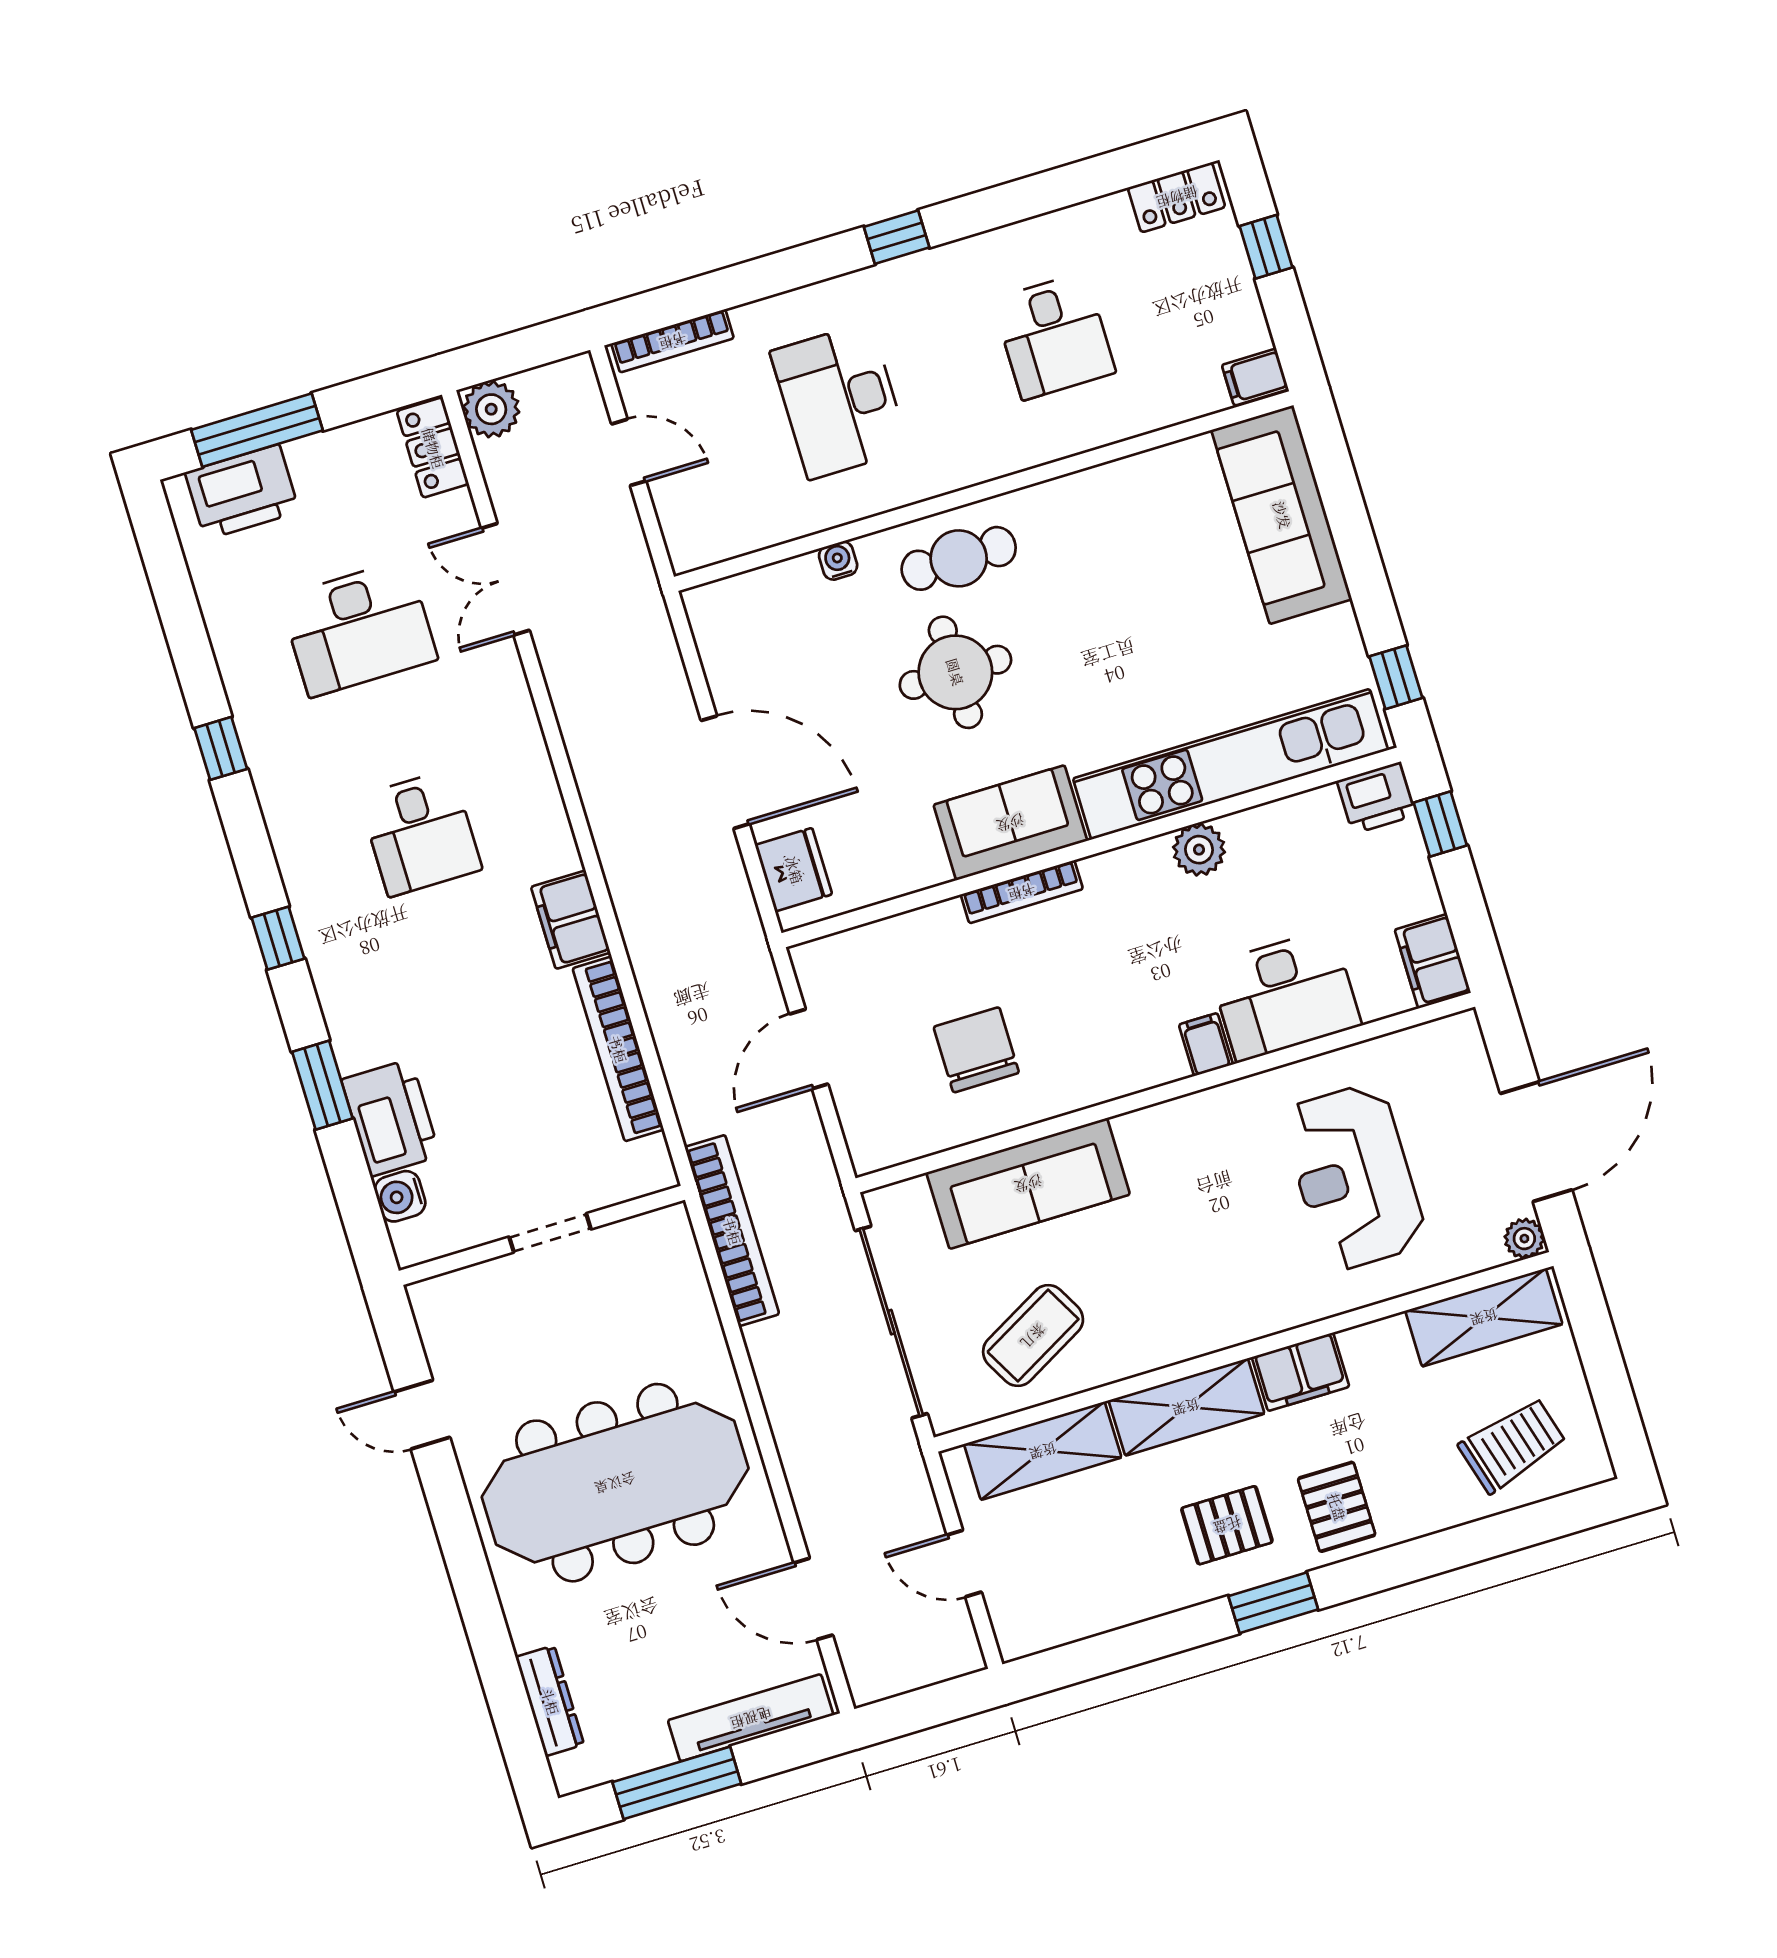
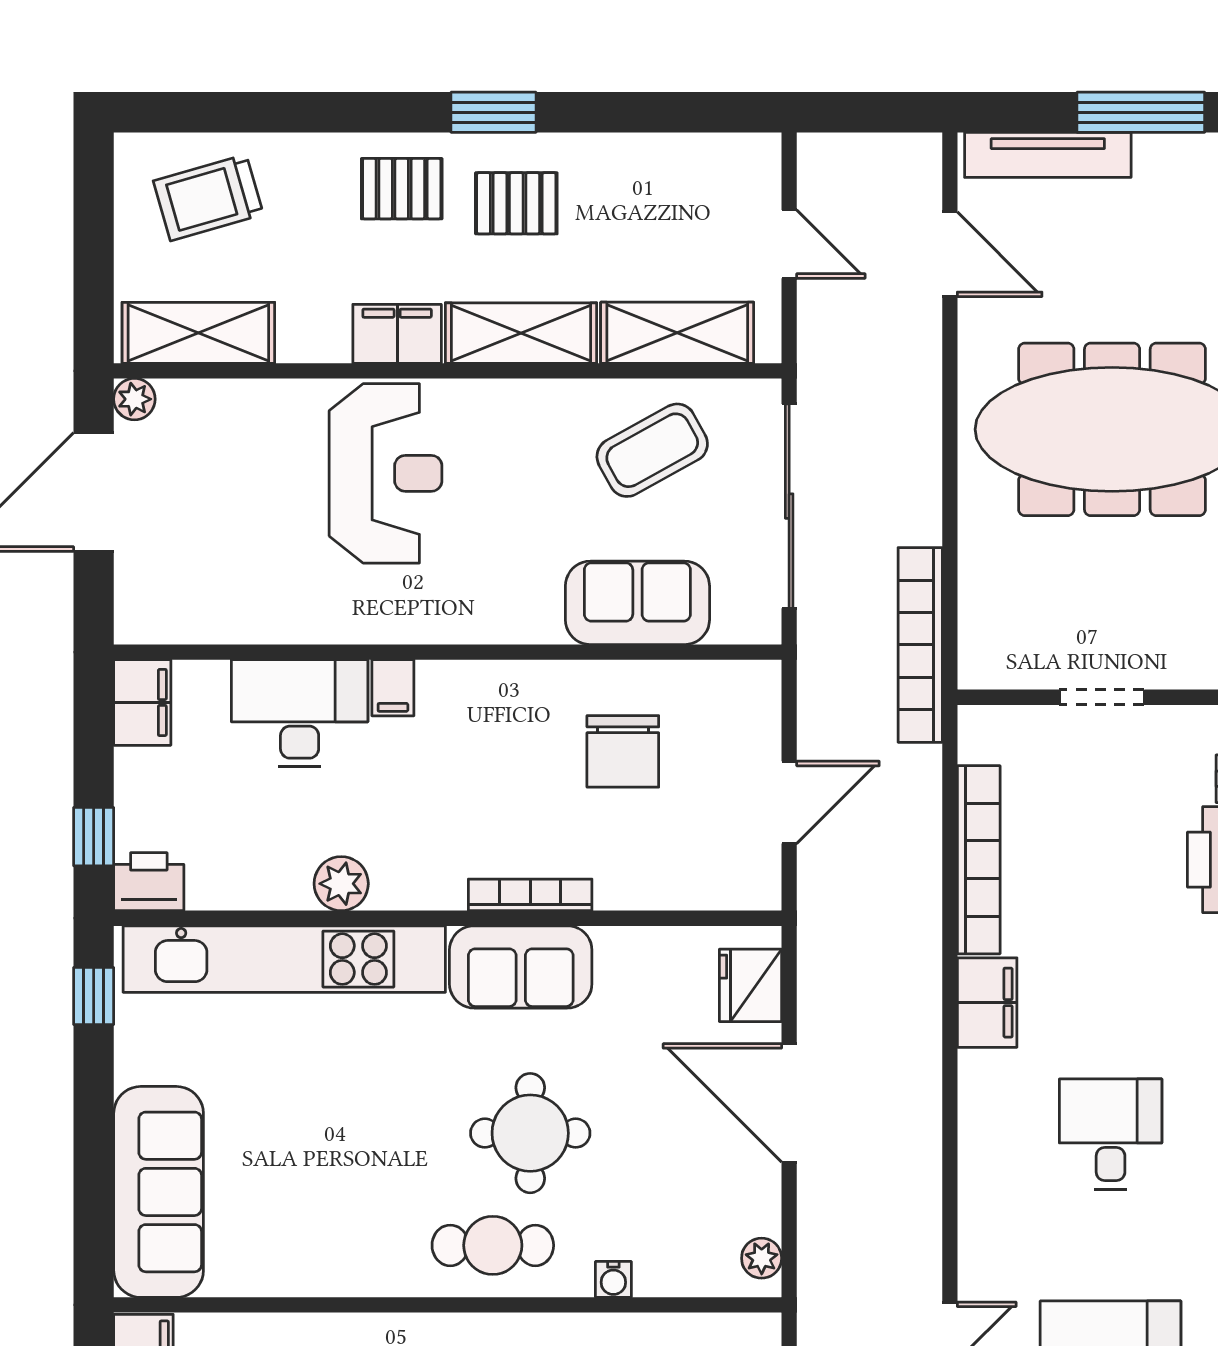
plant: (707, 621) -> (762, 1258), added
reception desk: (1354, 1177) -> (386, 473), moved
sofa: (1028, 1184) -> (637, 603), width x0.73
pallet: (1337, 1507) -> (402, 189), turned 90

